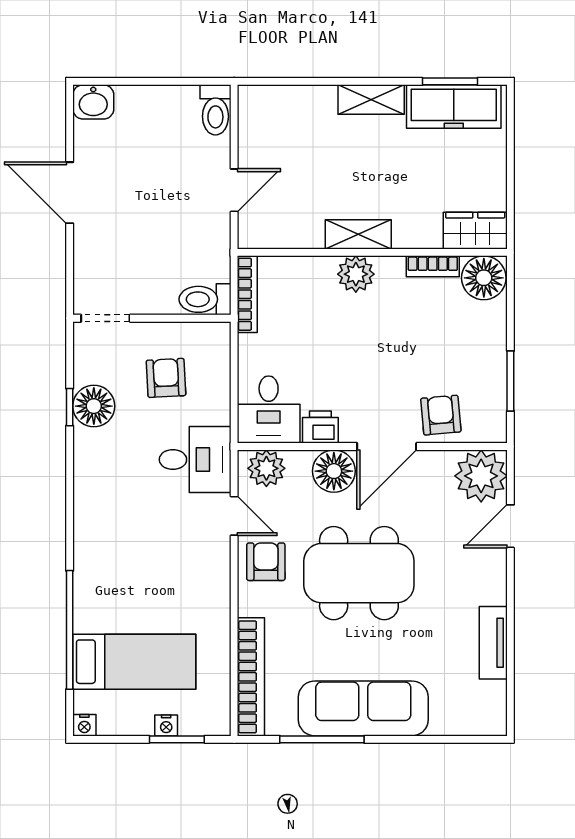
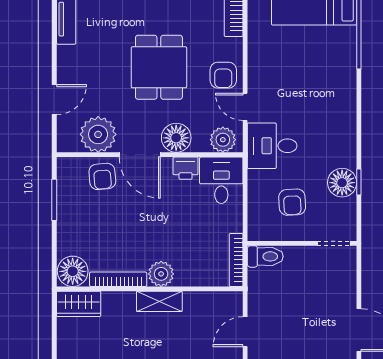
bookcase: (433, 266) -> (118, 279), width x1.56
door: (387, 447) -> (140, 155), swing flipped
plant: (481, 476) -> (98, 134), moved
dining table: (359, 573) -> (159, 67), width x0.73

